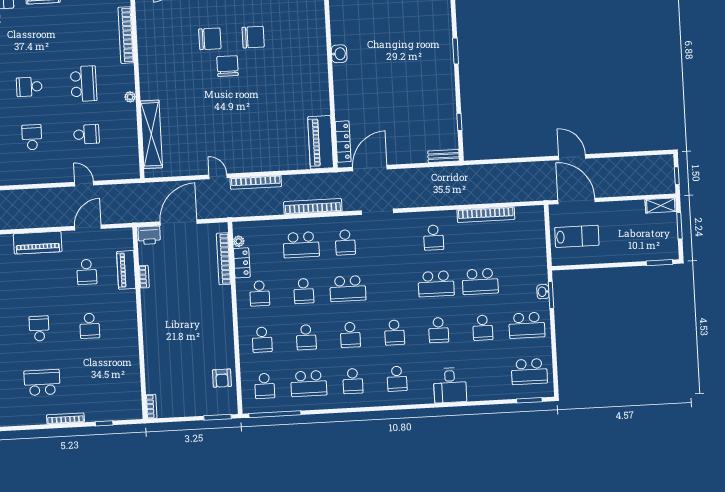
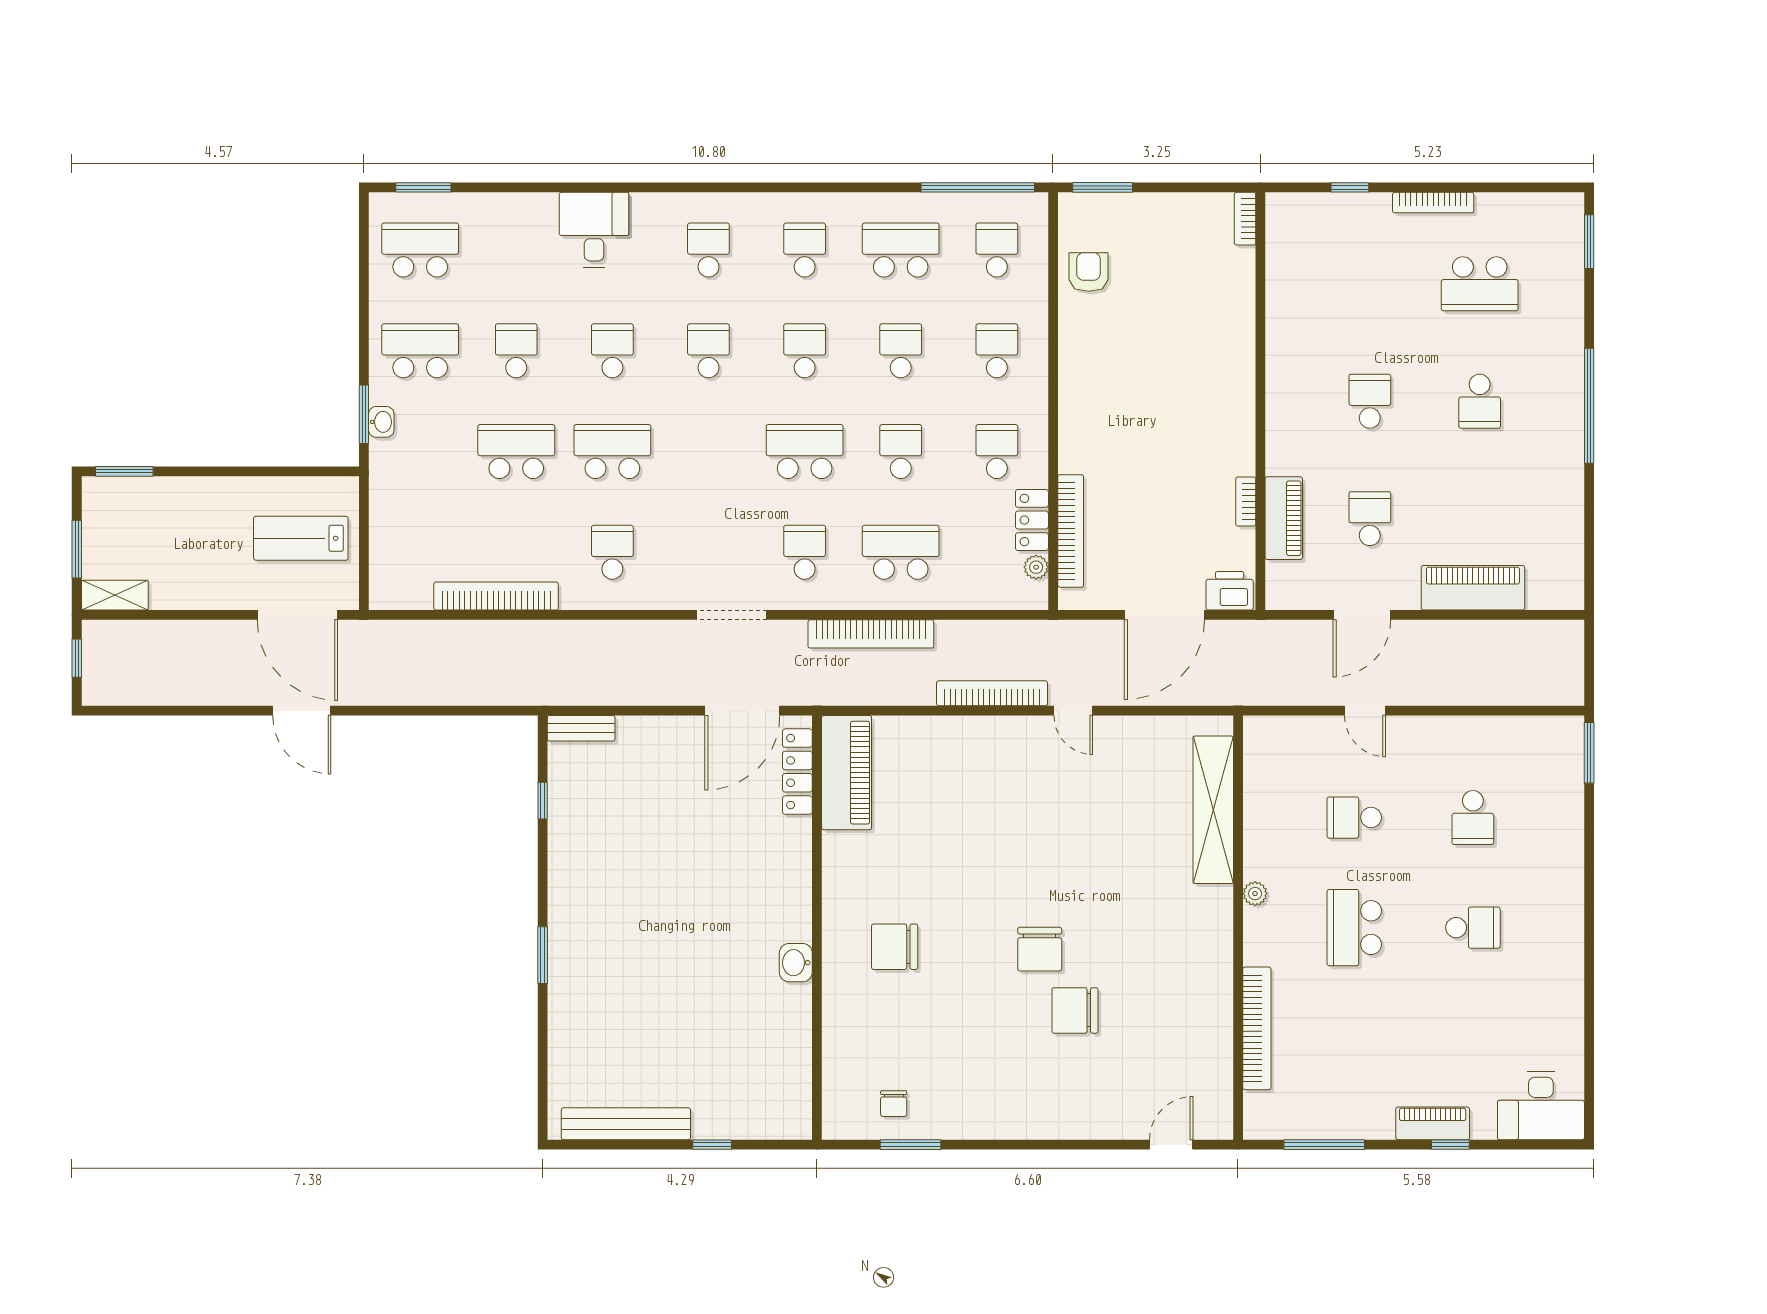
chair: (253, 37) -> (895, 947), moved

